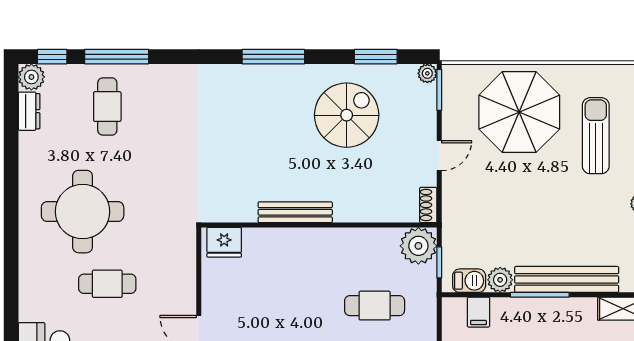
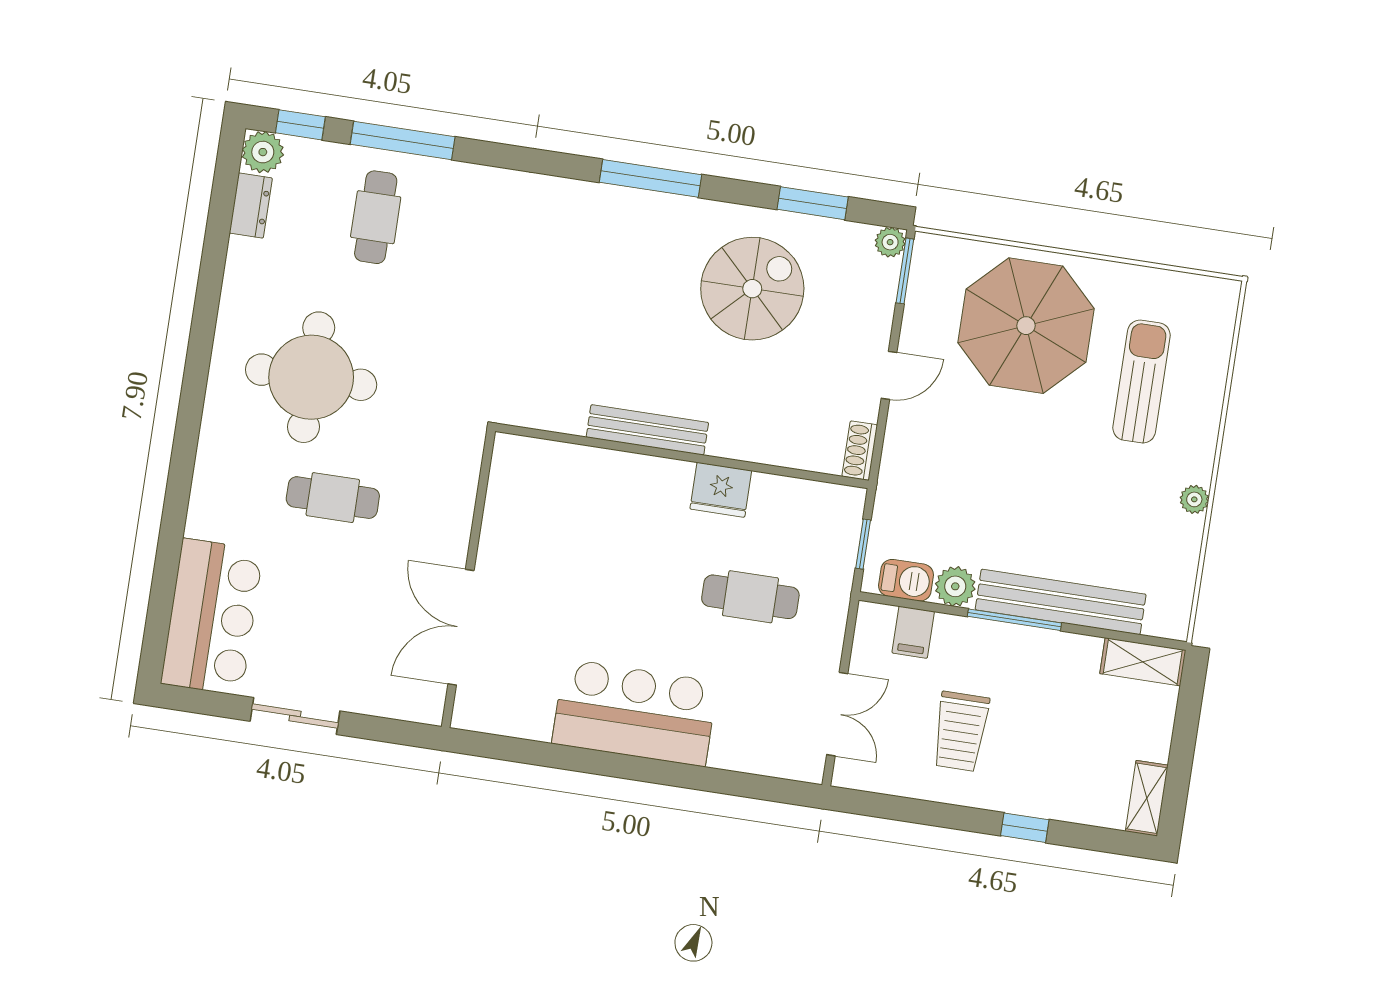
fridge: (224, 242) -> (721, 490), moved
plant: (418, 246) -> (834, 513), removed

